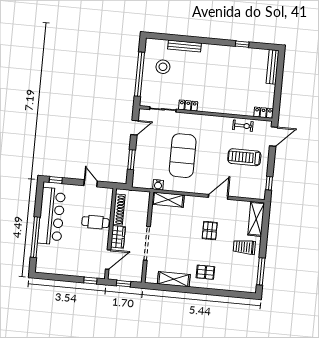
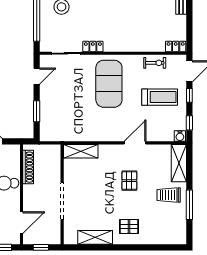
exercise mat: (183, 156) -> (109, 84), moved
treadmill: (244, 157) -> (160, 97), turned 180
window: (271, 158) -> (189, 95), added
water cooler: (158, 185) -> (180, 136), moved
wardrobe: (118, 237) -> (30, 197), removed
window: (261, 271) -> (189, 205), moved

